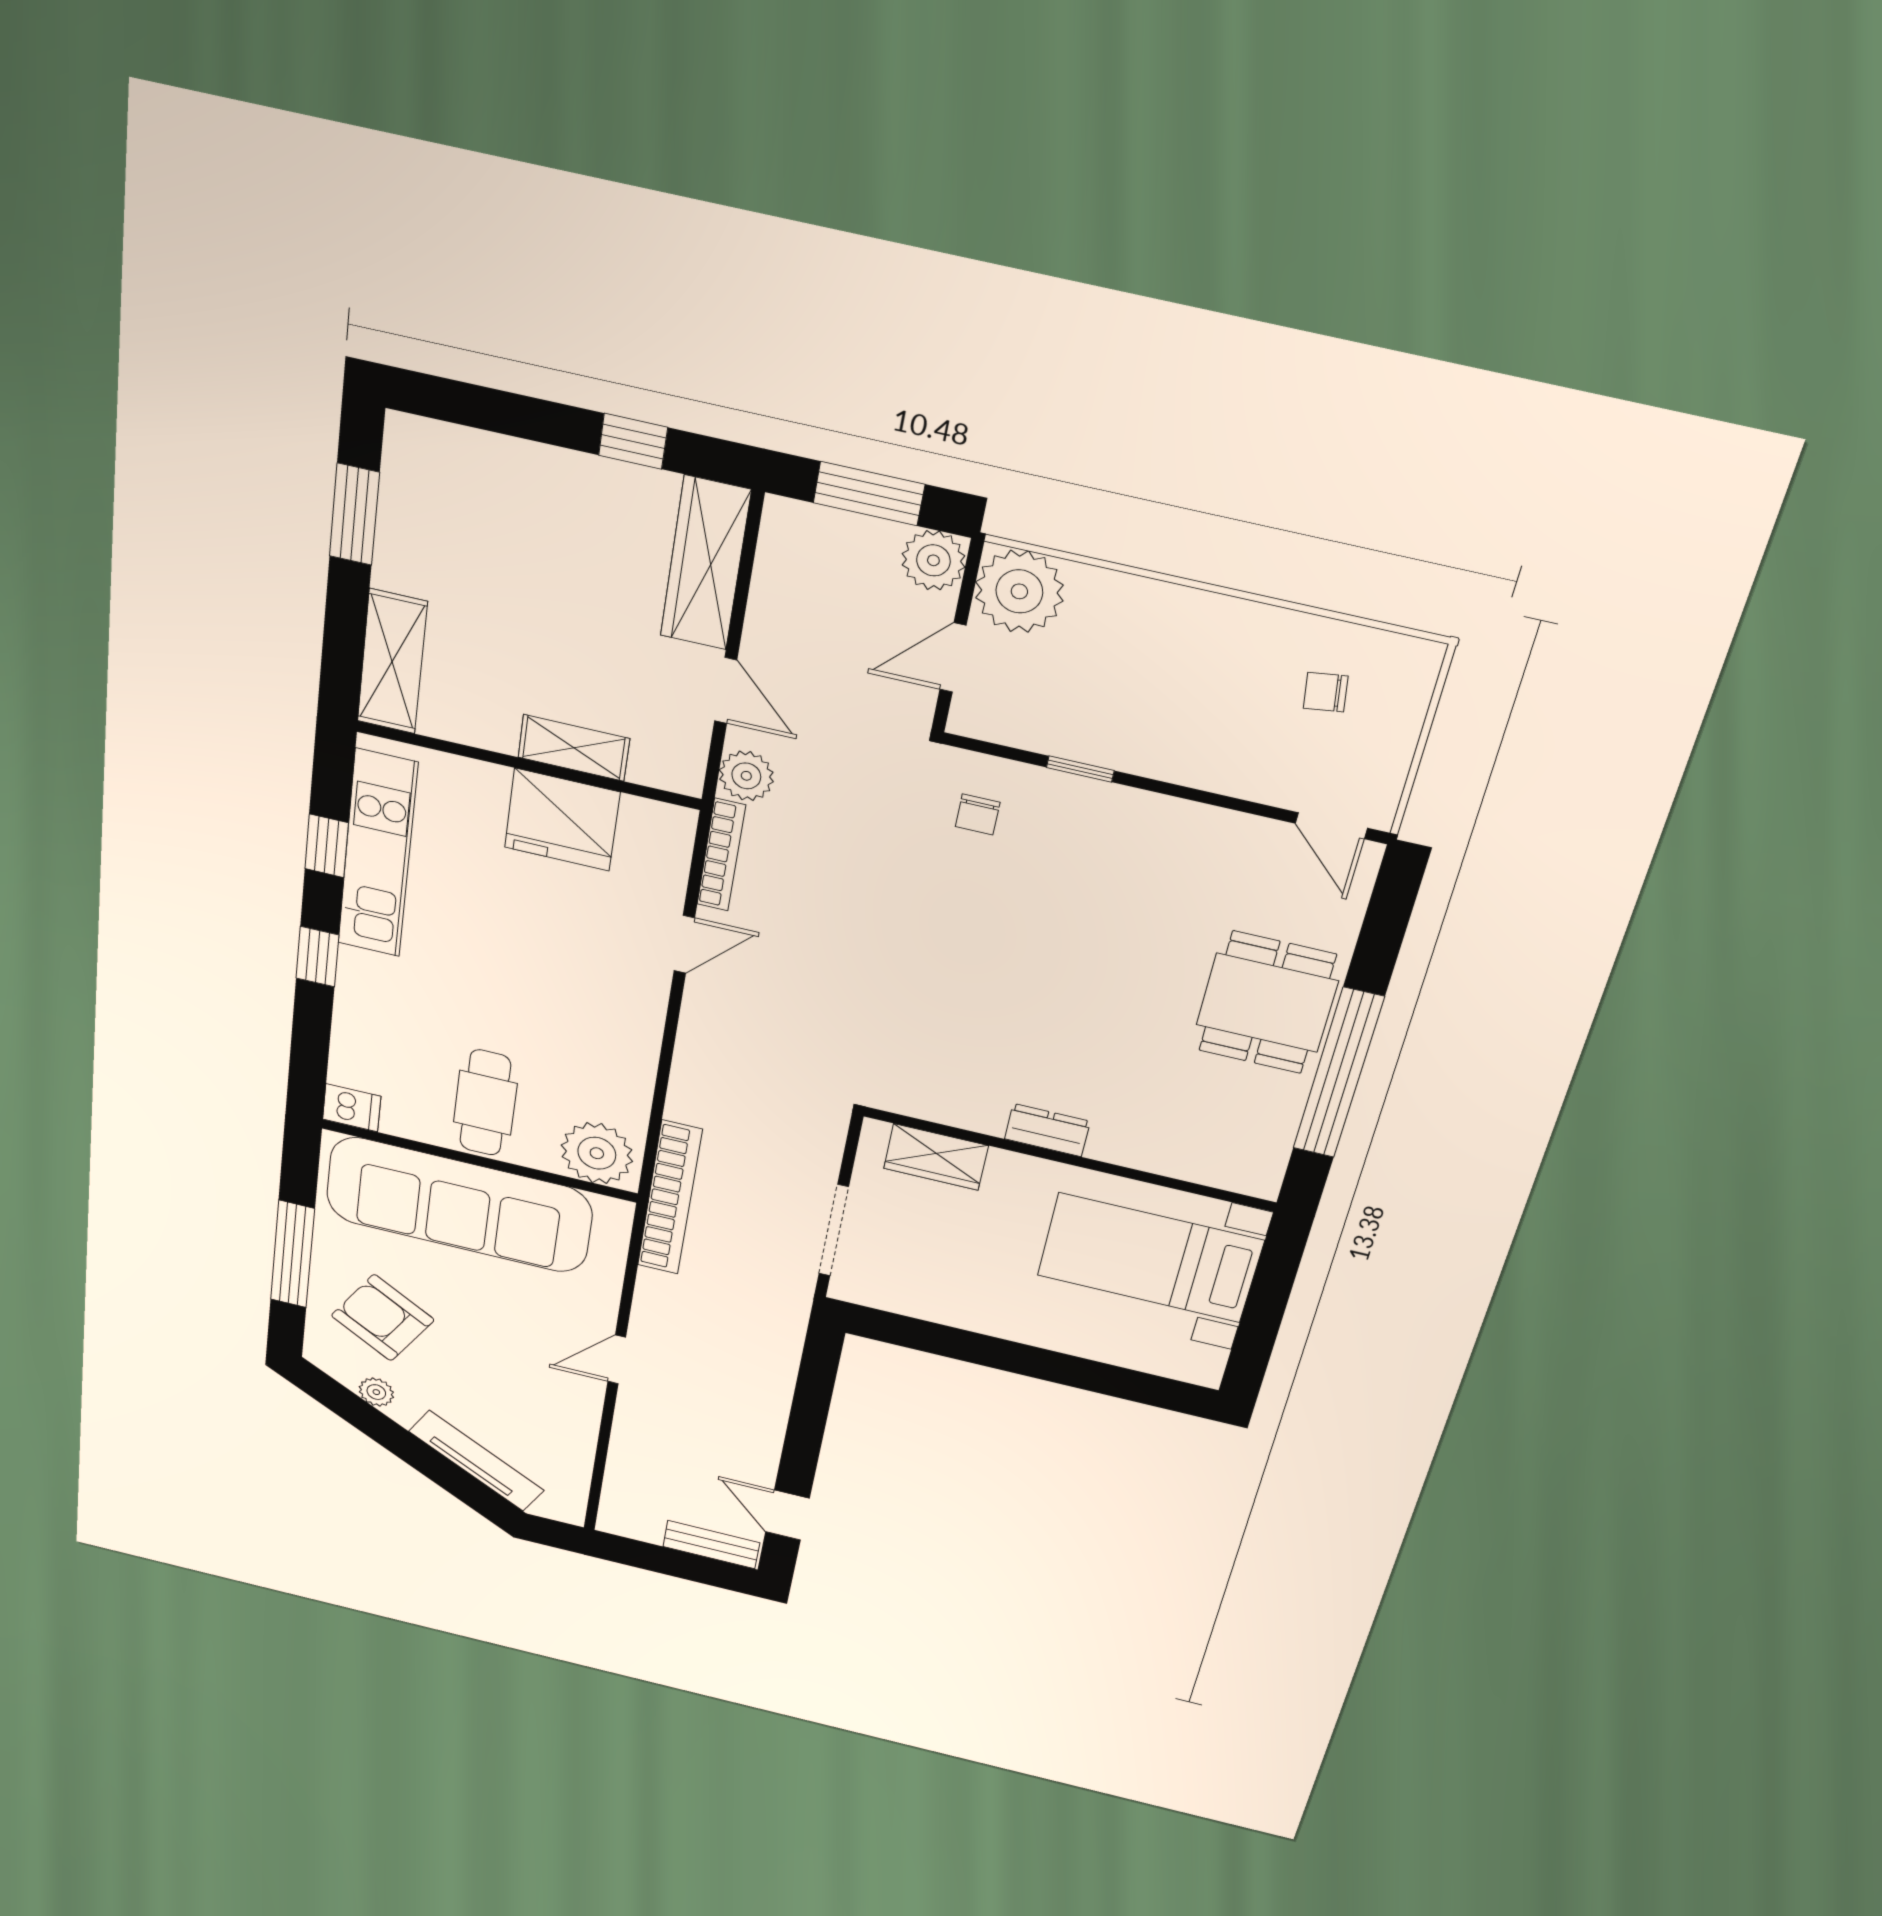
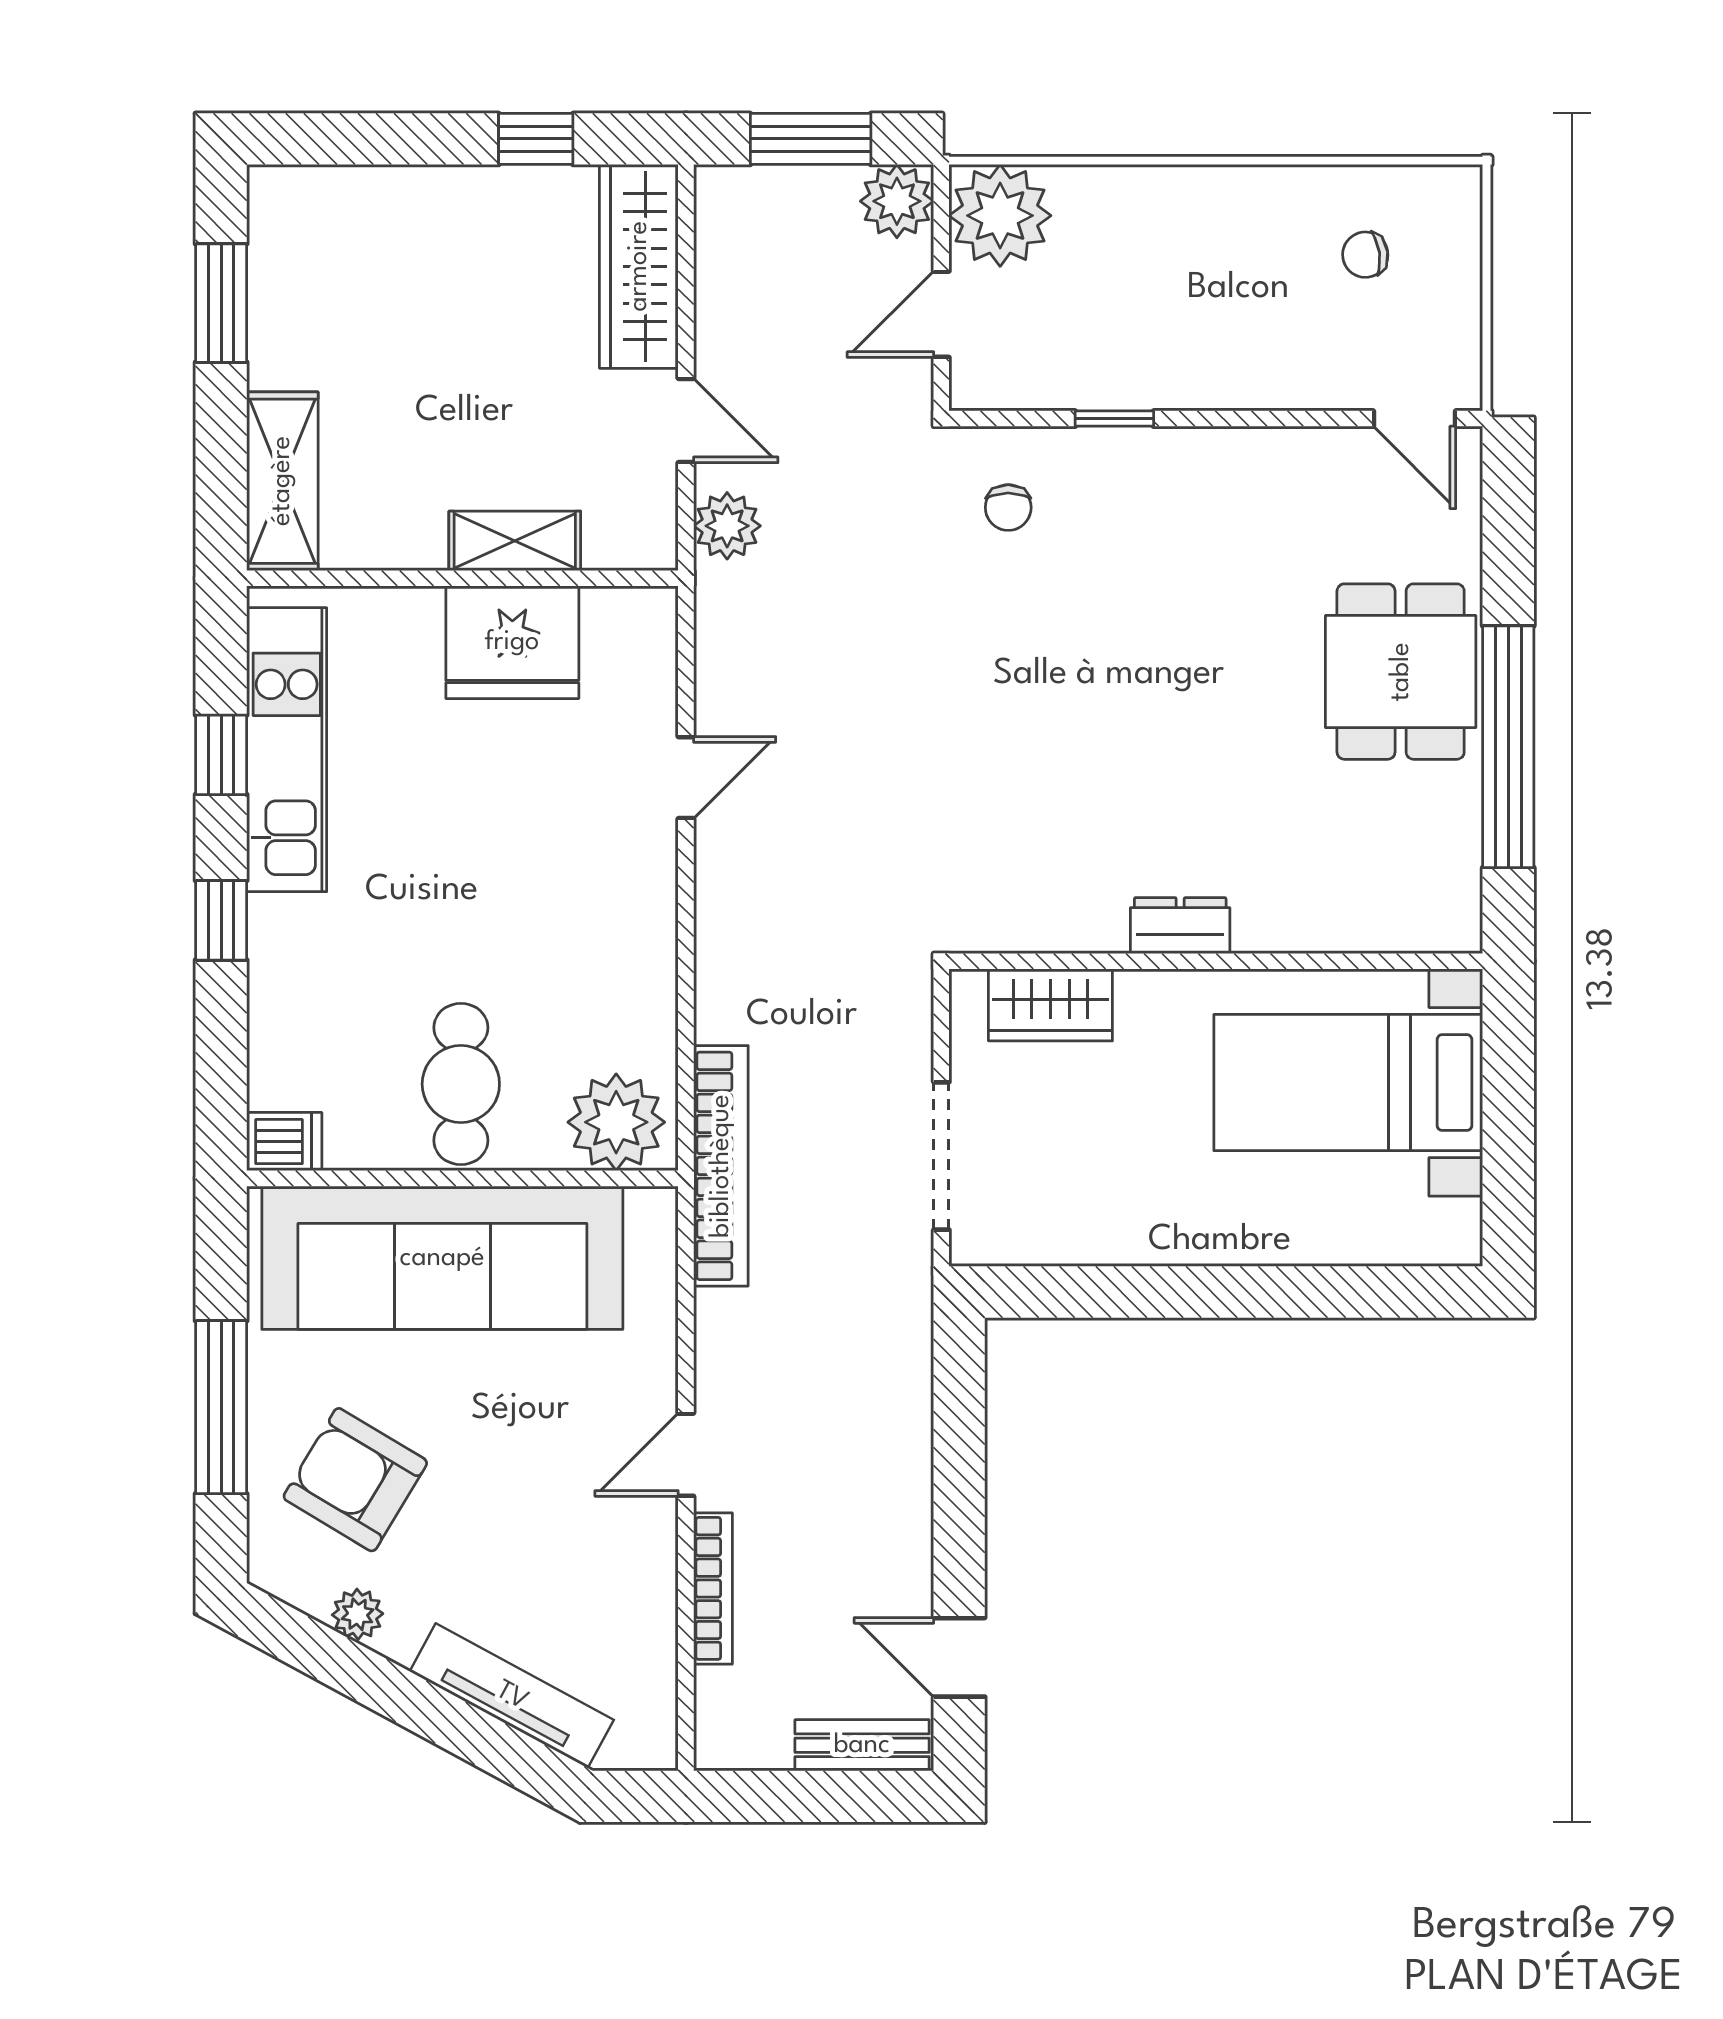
bookcase: (721, 855) -> (713, 1588), moved

